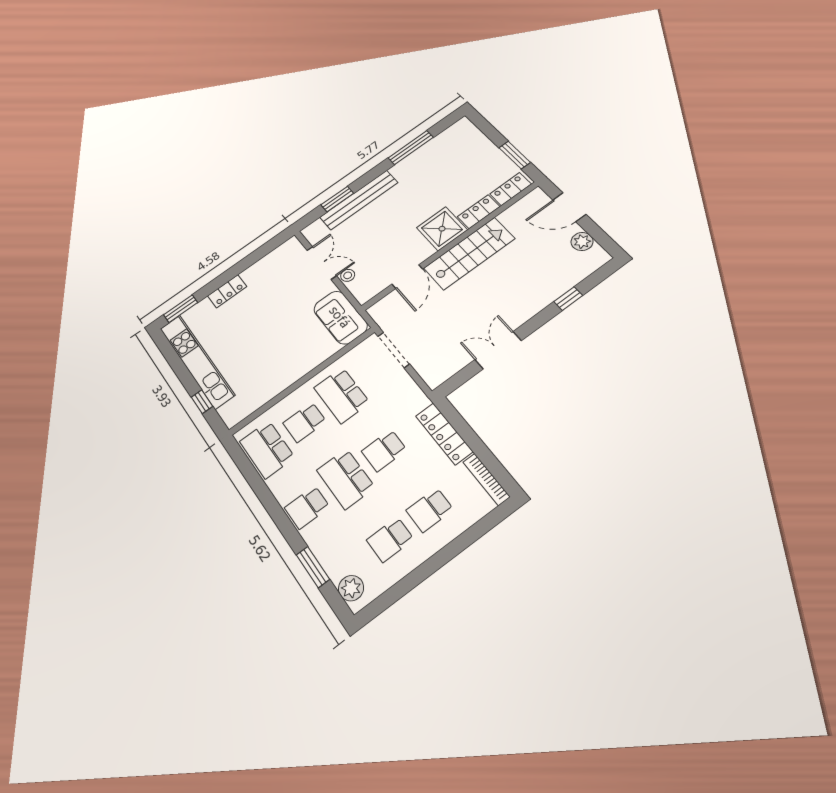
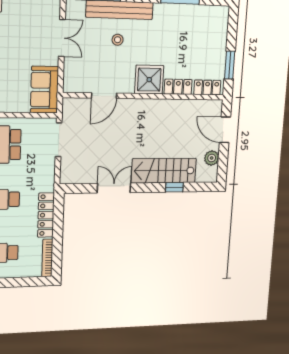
stairs: (469, 253) -> (164, 171), moved, turned 180
stool: (348, 275) -> (118, 40), moved

